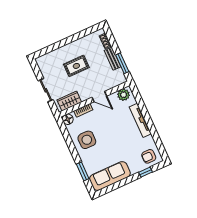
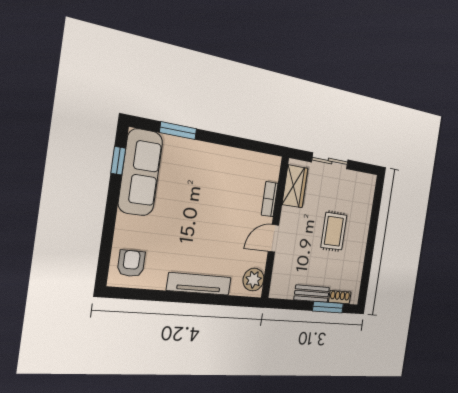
window: (122, 63) -> (328, 307), moved
floor lamp: (68, 119) -> (272, 165), removed
side table: (87, 140) -> (223, 174), removed
window: (146, 172) -> (118, 161), moved

